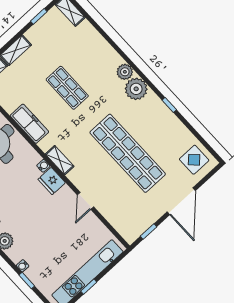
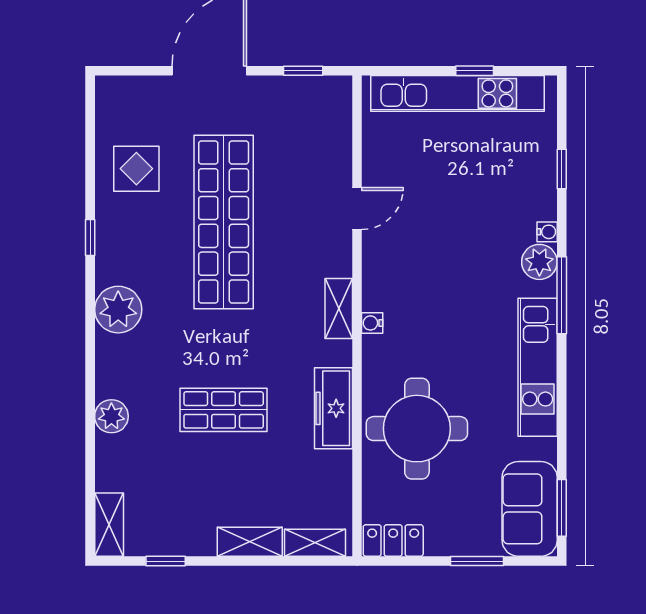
plant: (125, 72) -> (111, 416), moved
shop shelf: (67, 88) -> (224, 410), turned 90
display table: (194, 160) -> (136, 169), moved
fridge: (52, 181) -> (381, 288), removed
water cooler: (23, 266) -> (547, 232), moved

